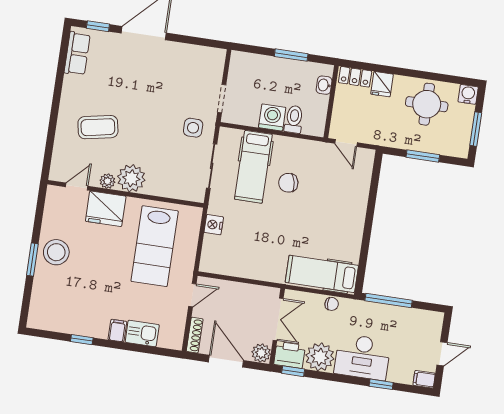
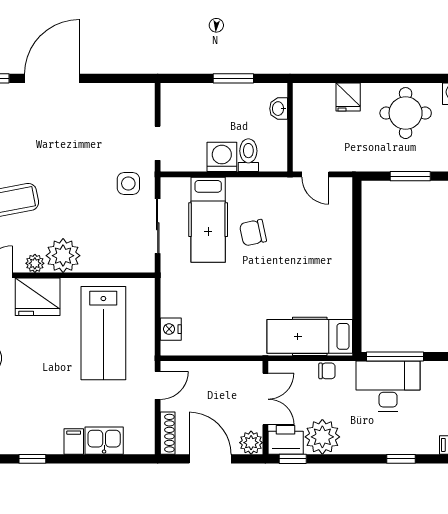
locker: (355, 77) -> (314, 93), removed
nightstand: (214, 225) -> (171, 329), moved
desk: (362, 357) -> (388, 386), moved, turned 180

